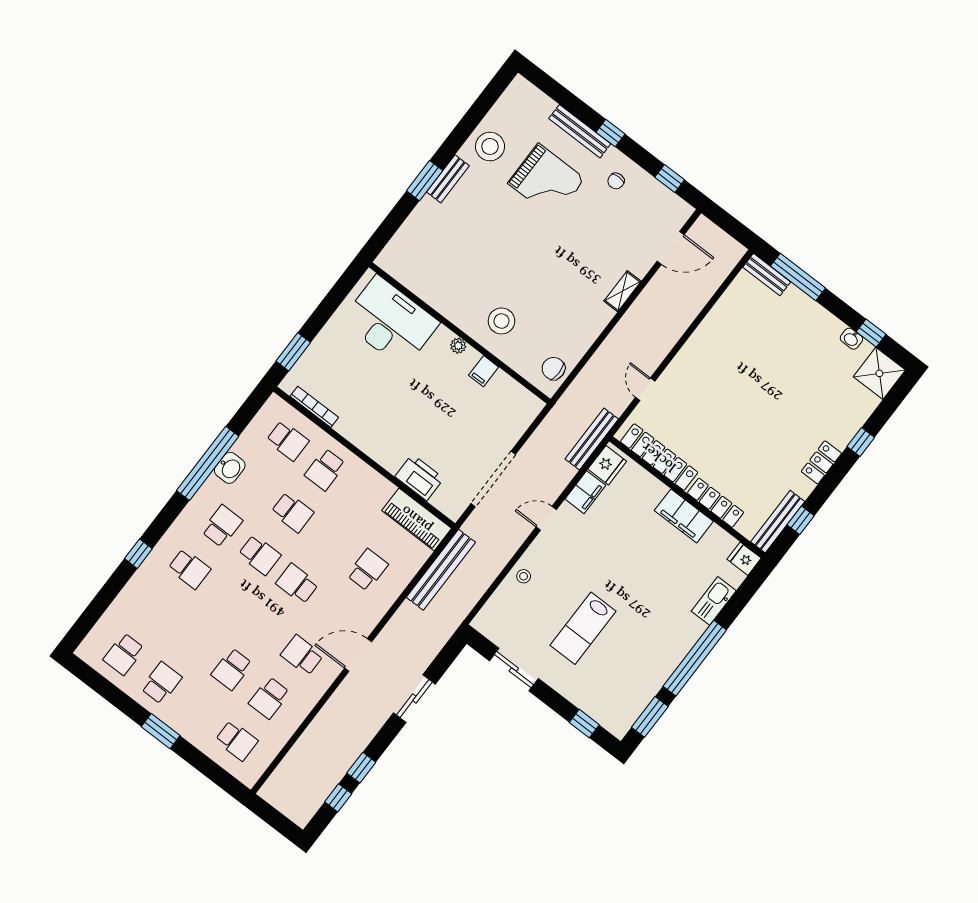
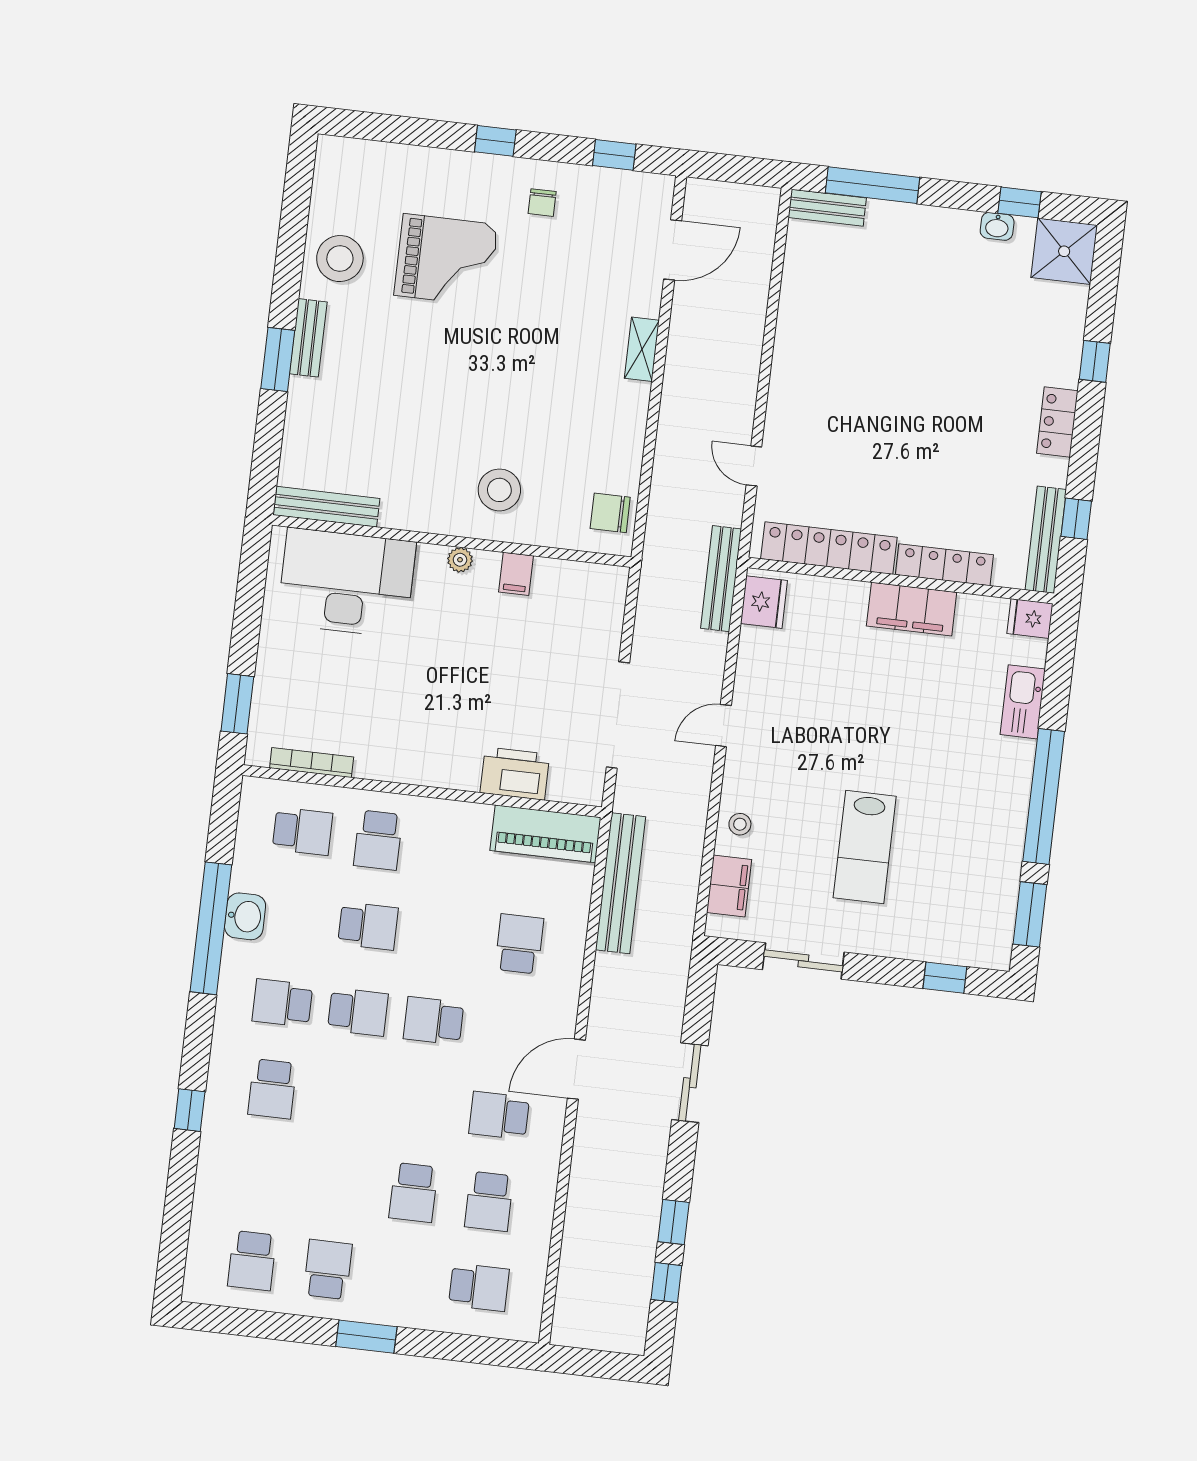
bench: (580, 131) -> (327, 507), moved
filing cabinet: (585, 492) -> (729, 886), moved
school desk: (222, 526) -> (282, 1003), turned -90
school desk: (189, 569) -> (272, 1089), turned 90

